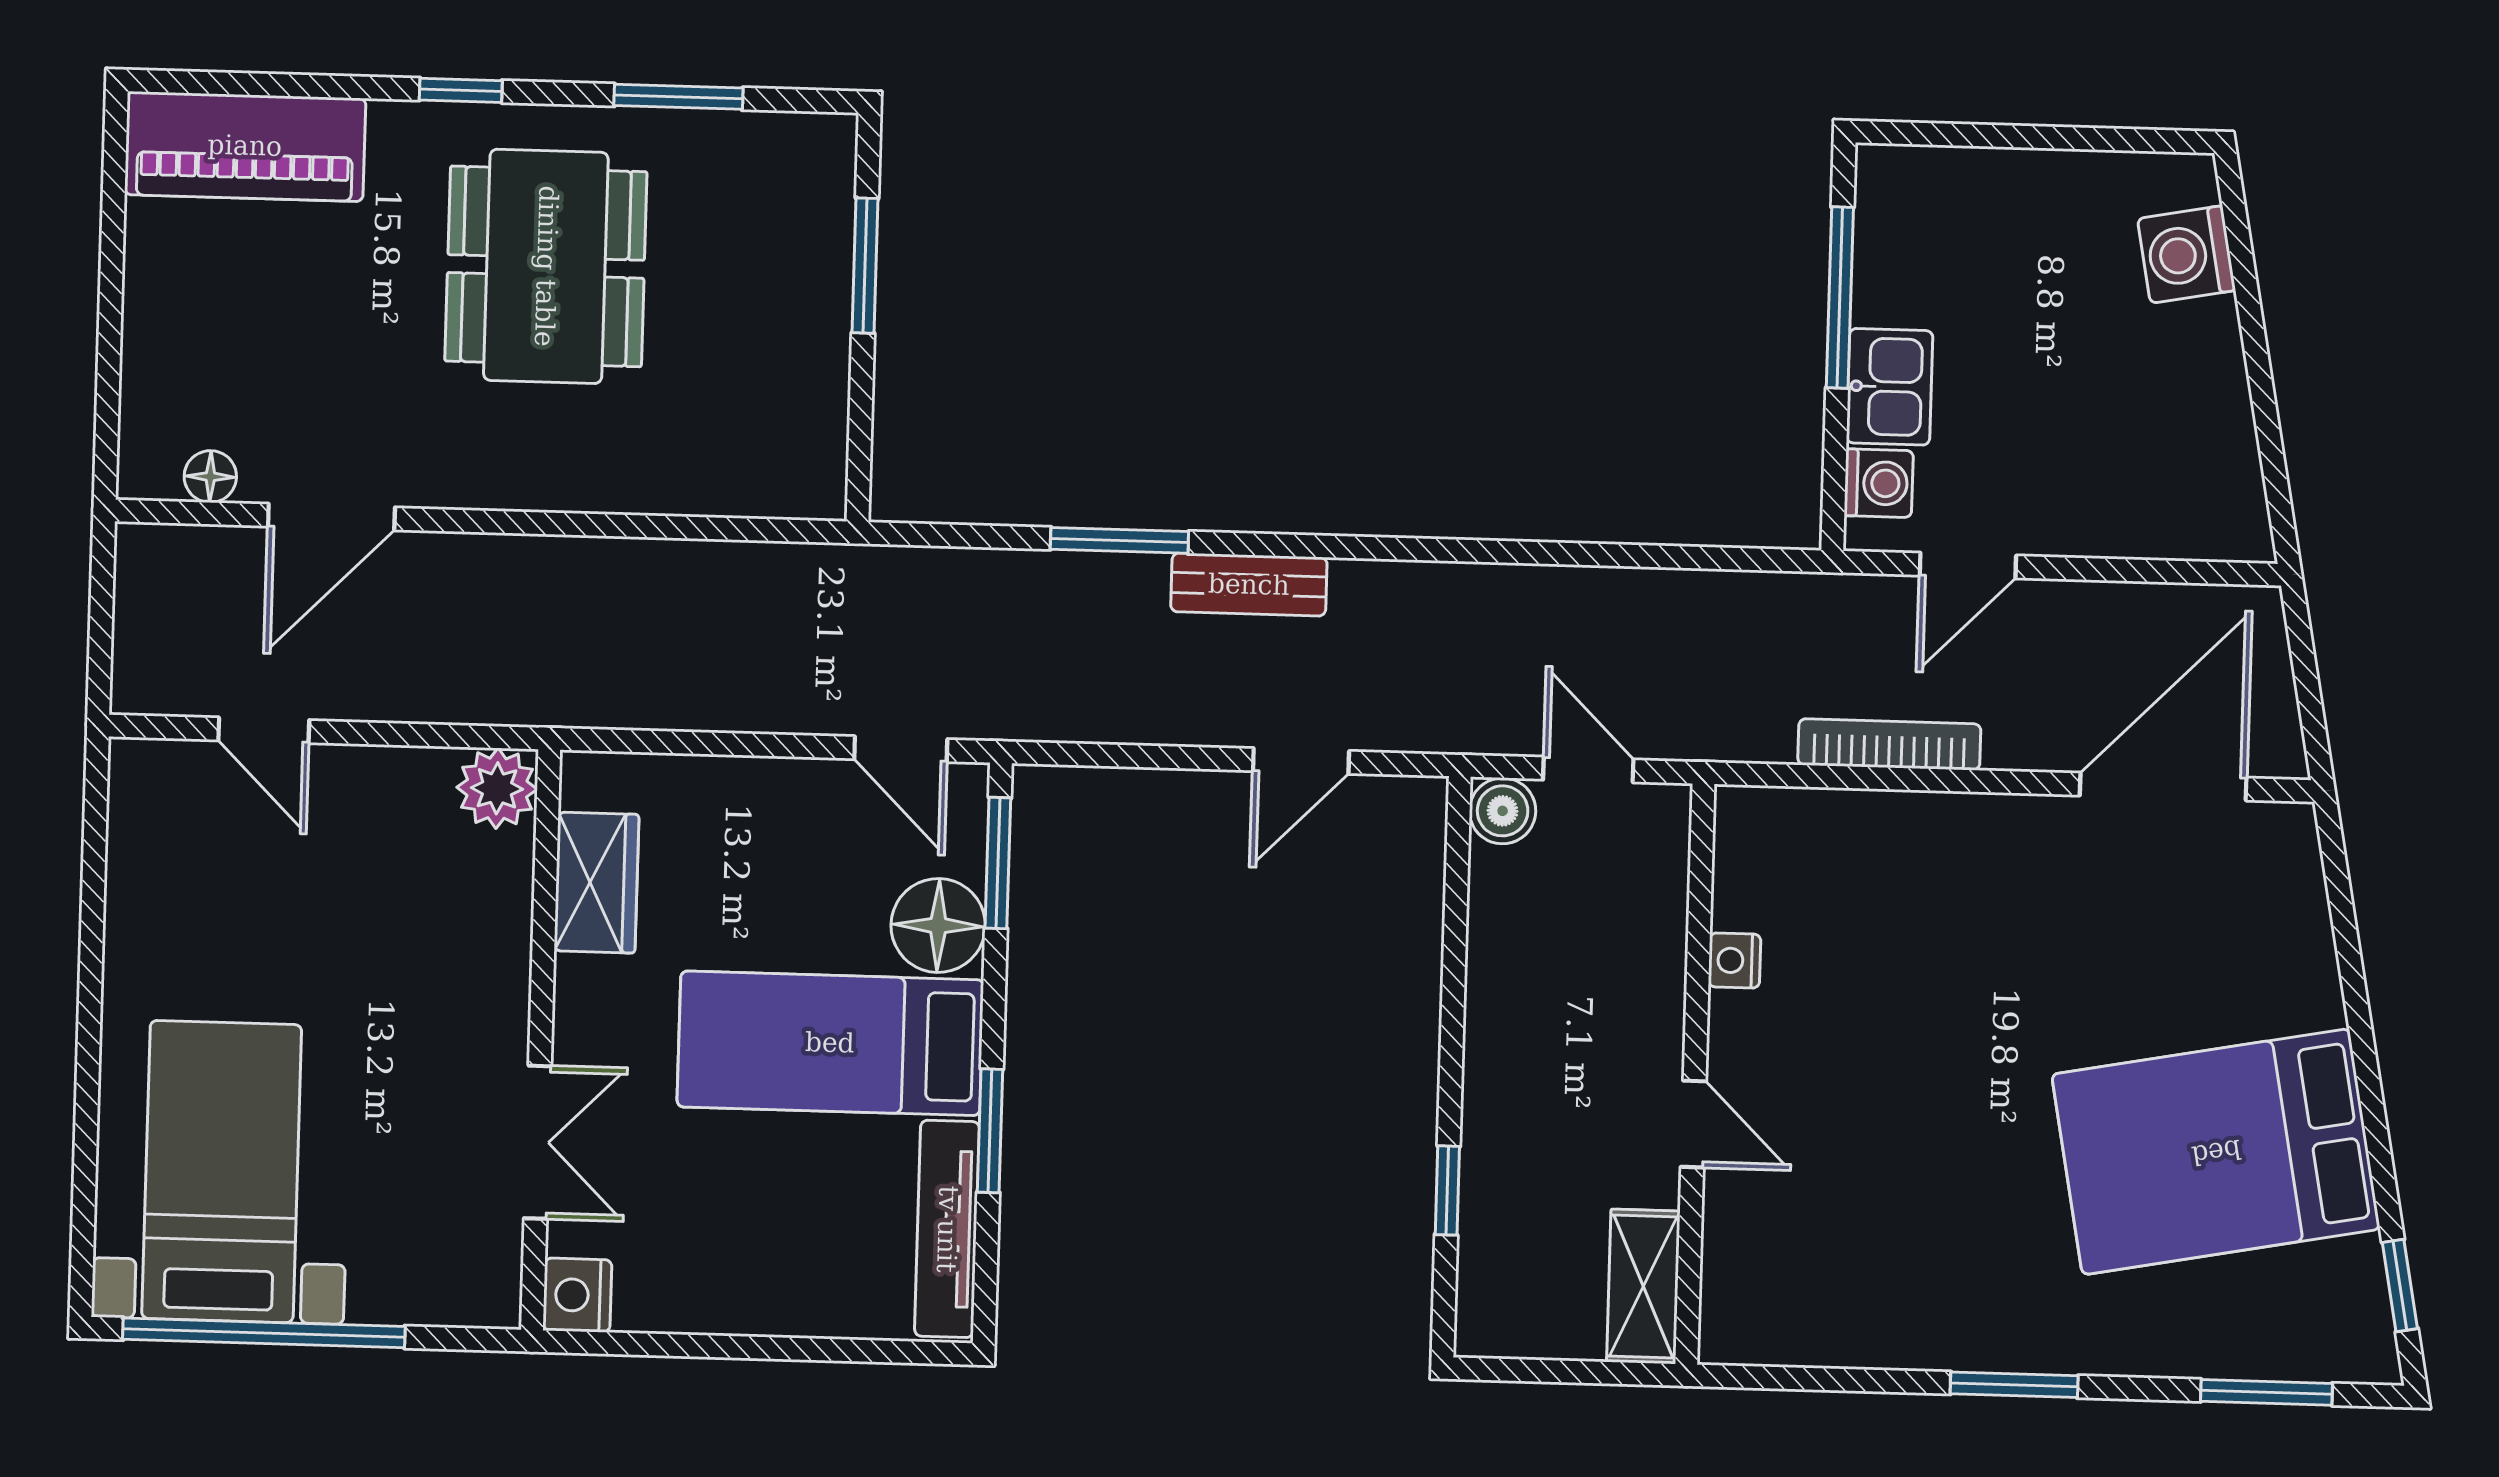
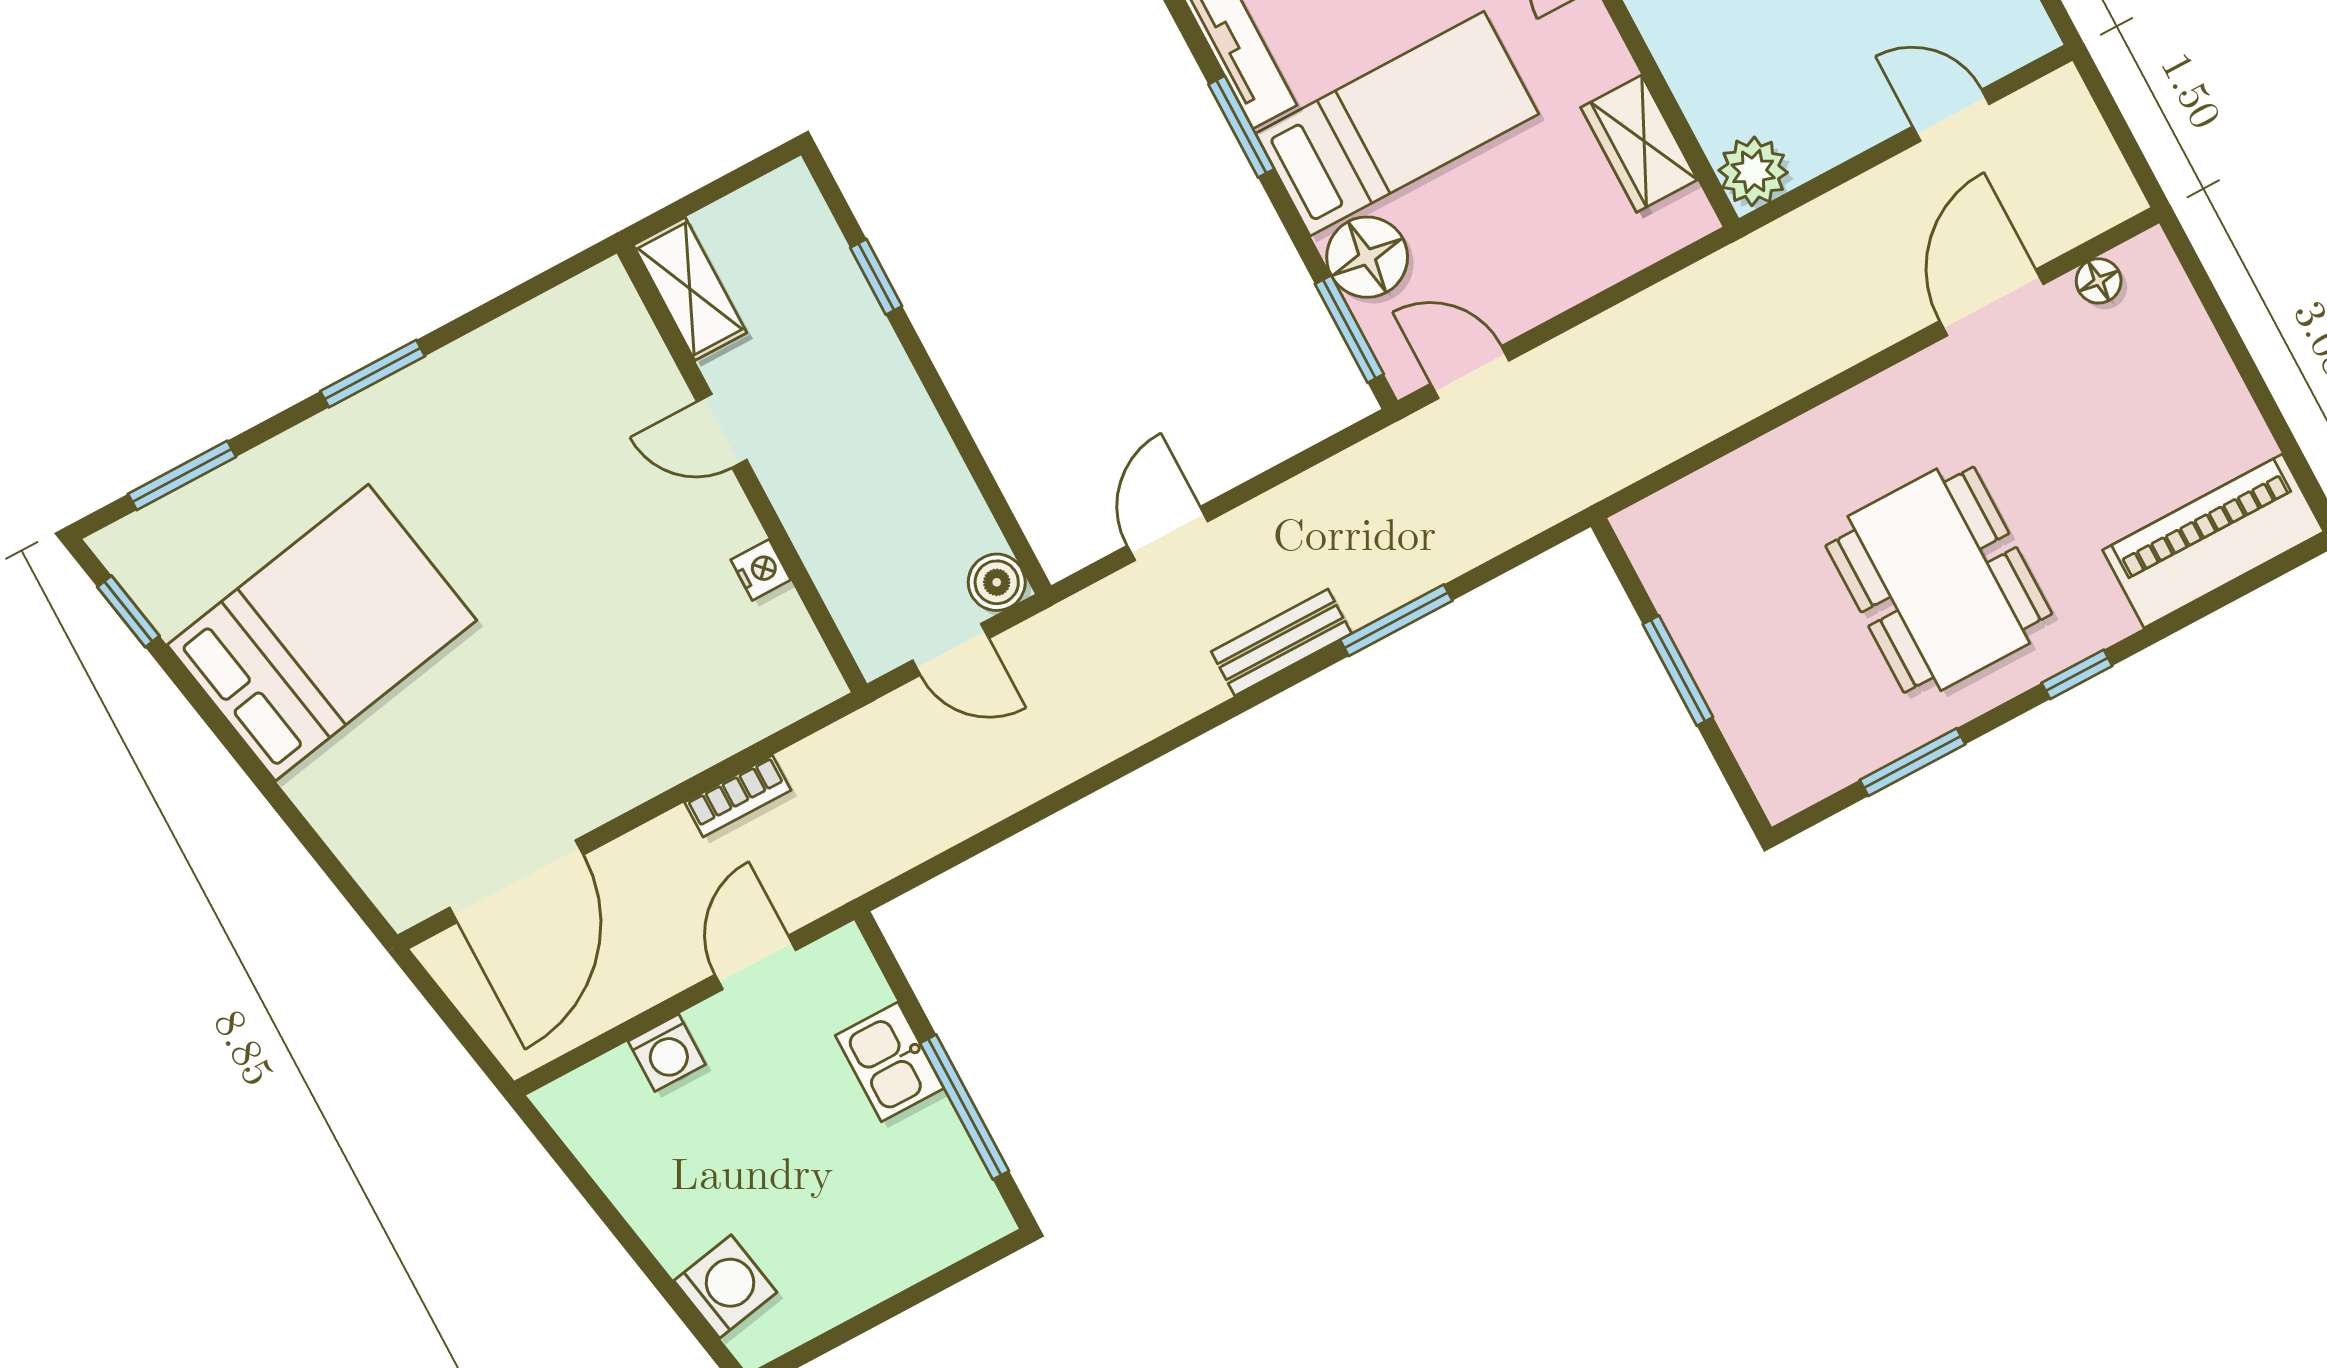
window: (865, 266) -> (1678, 671), moved
washing machine: (1879, 483) -> (667, 1053), moved, turned -90
bookcase: (1889, 744) -> (738, 796), width x0.64

